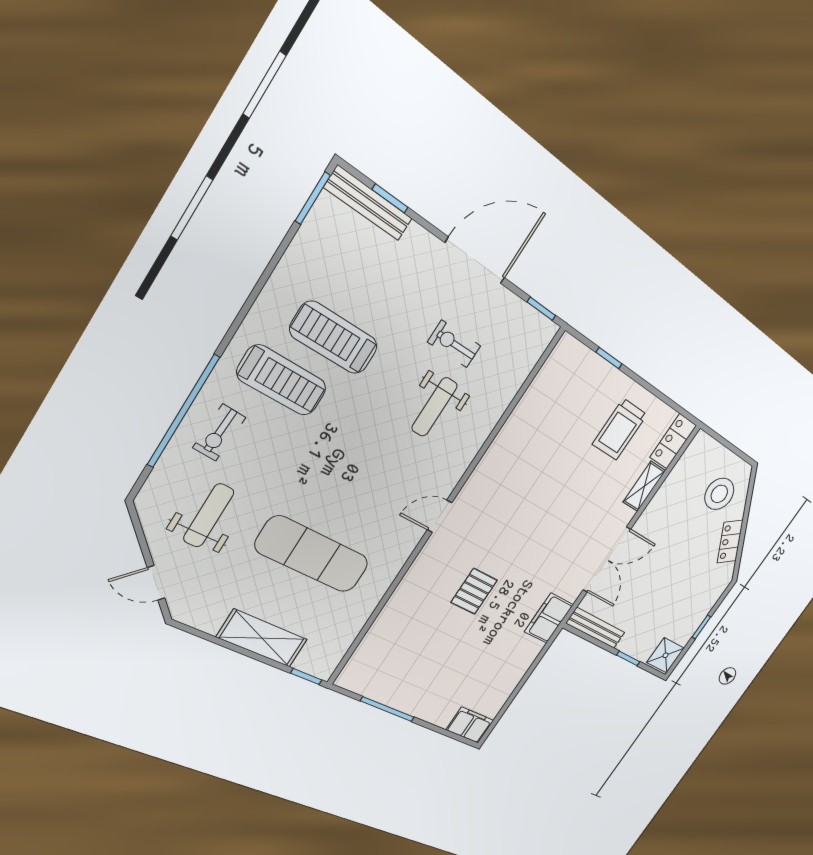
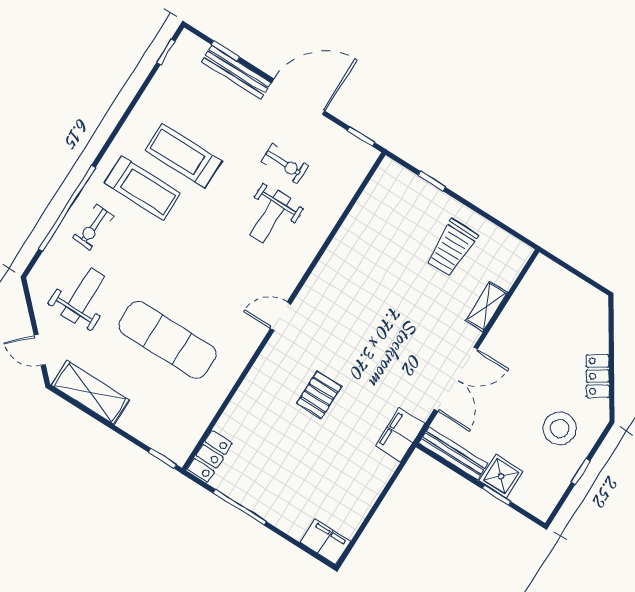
window: (313, 198) -> (166, 52), width x0.67
bench: (368, 203) -> (236, 72), moved
exercise bike: (454, 344) -> (285, 164), turned 180
locker: (673, 441) -> (210, 456), moved, turned 180
stool: (719, 494) -> (560, 428), moved
shelving: (262, 638) -> (90, 392), moved
shower: (665, 655) -> (501, 476), moved

